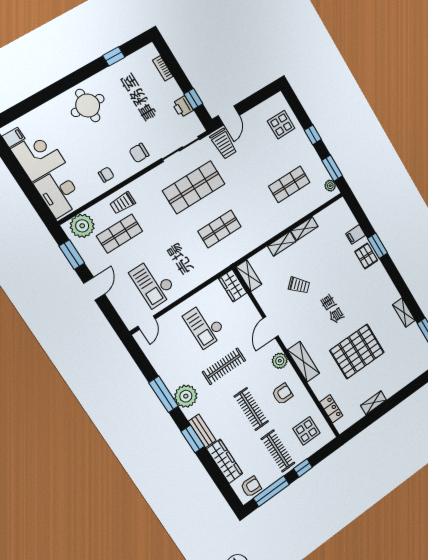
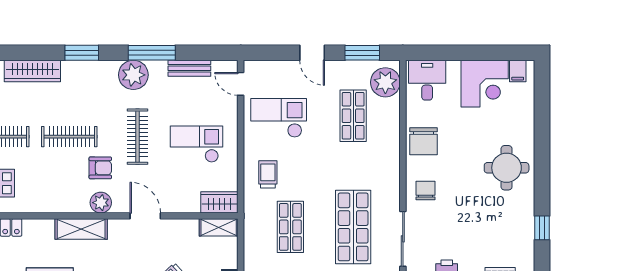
chair: (106, 175) -> (423, 141), width x1.87, depth x1.87
desk: (59, 193) -> (427, 80), width x0.73
trolley: (123, 203) -> (268, 174), moved
armchair: (282, 394) -> (100, 168), moved, turned -90
bench: (202, 431) -> (189, 68), moved

